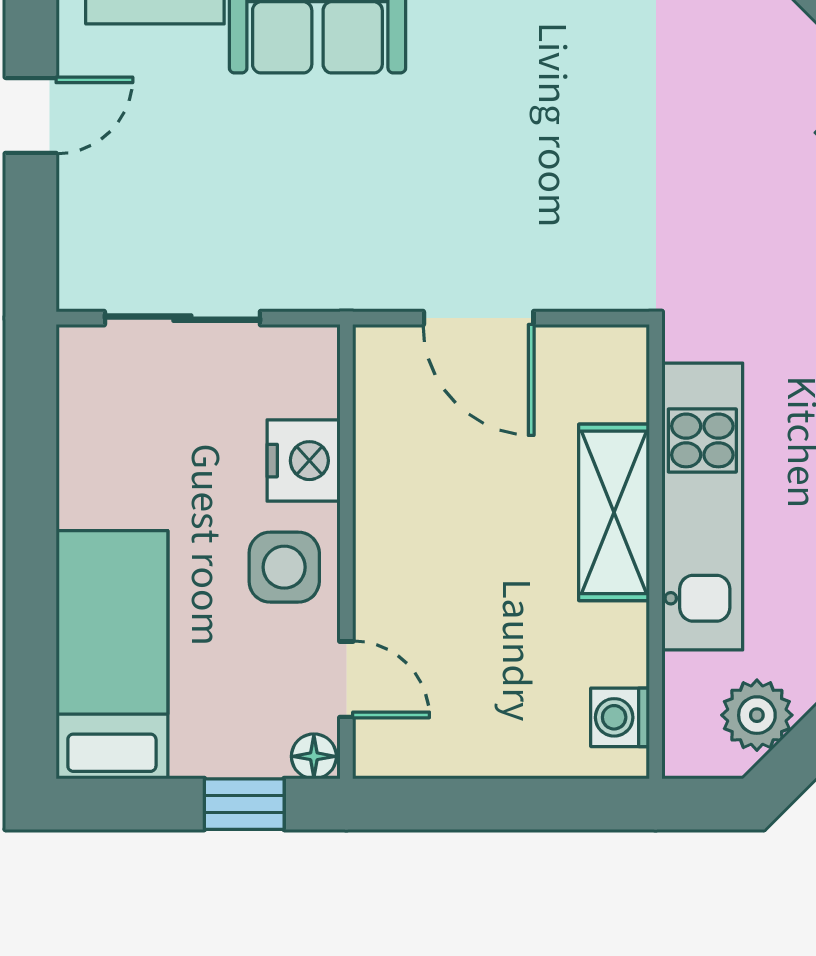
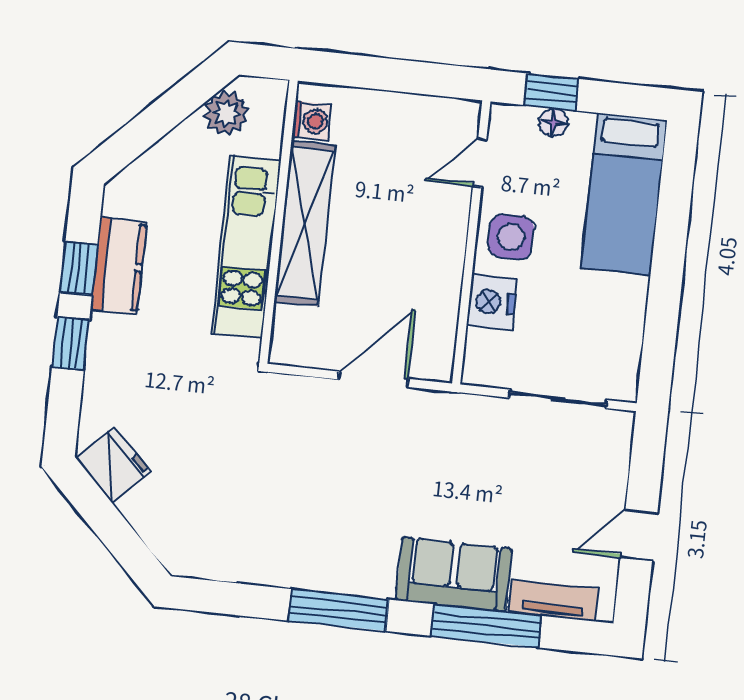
door: (479, 318) -> (373, 379), hinge flipped
shelving: (614, 512) -> (305, 223), width x1.47
door: (346, 679) -> (480, 163), hinge flipped
floor lamp: (314, 756) -> (553, 122), moved

